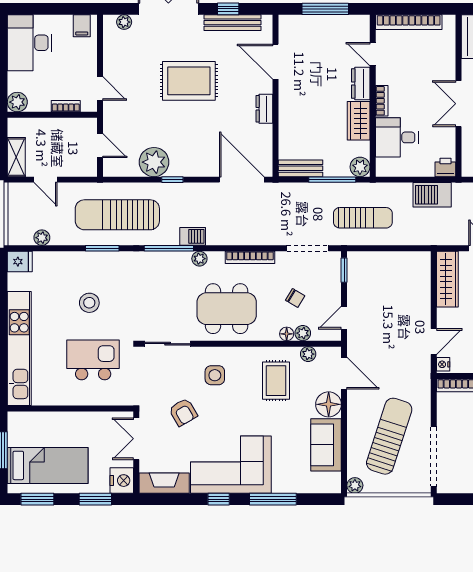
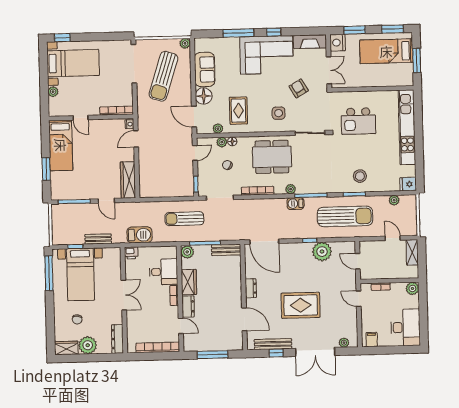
stool: (89, 303) -> (360, 176), moved

